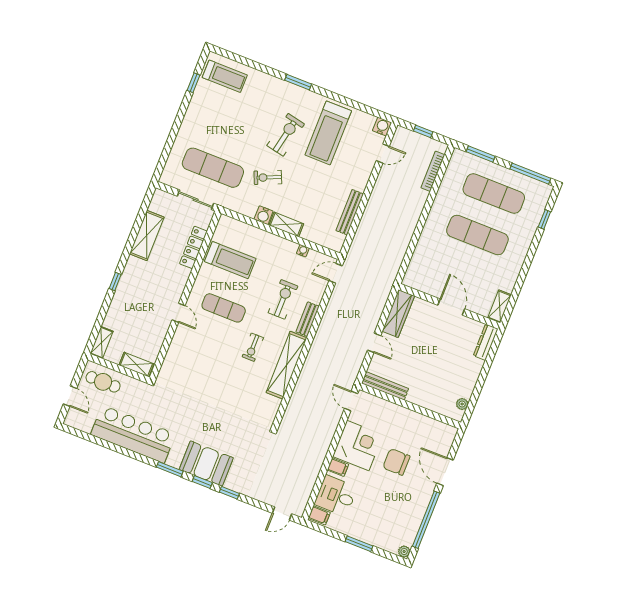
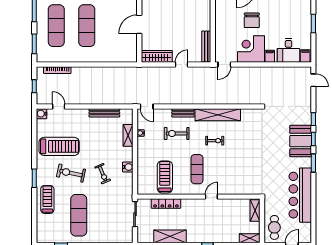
treadmill: (225, 76) -> (47, 199), moved
exercise mat: (213, 168) -> (79, 215), moved
shelving: (286, 224) -> (128, 135), moved

